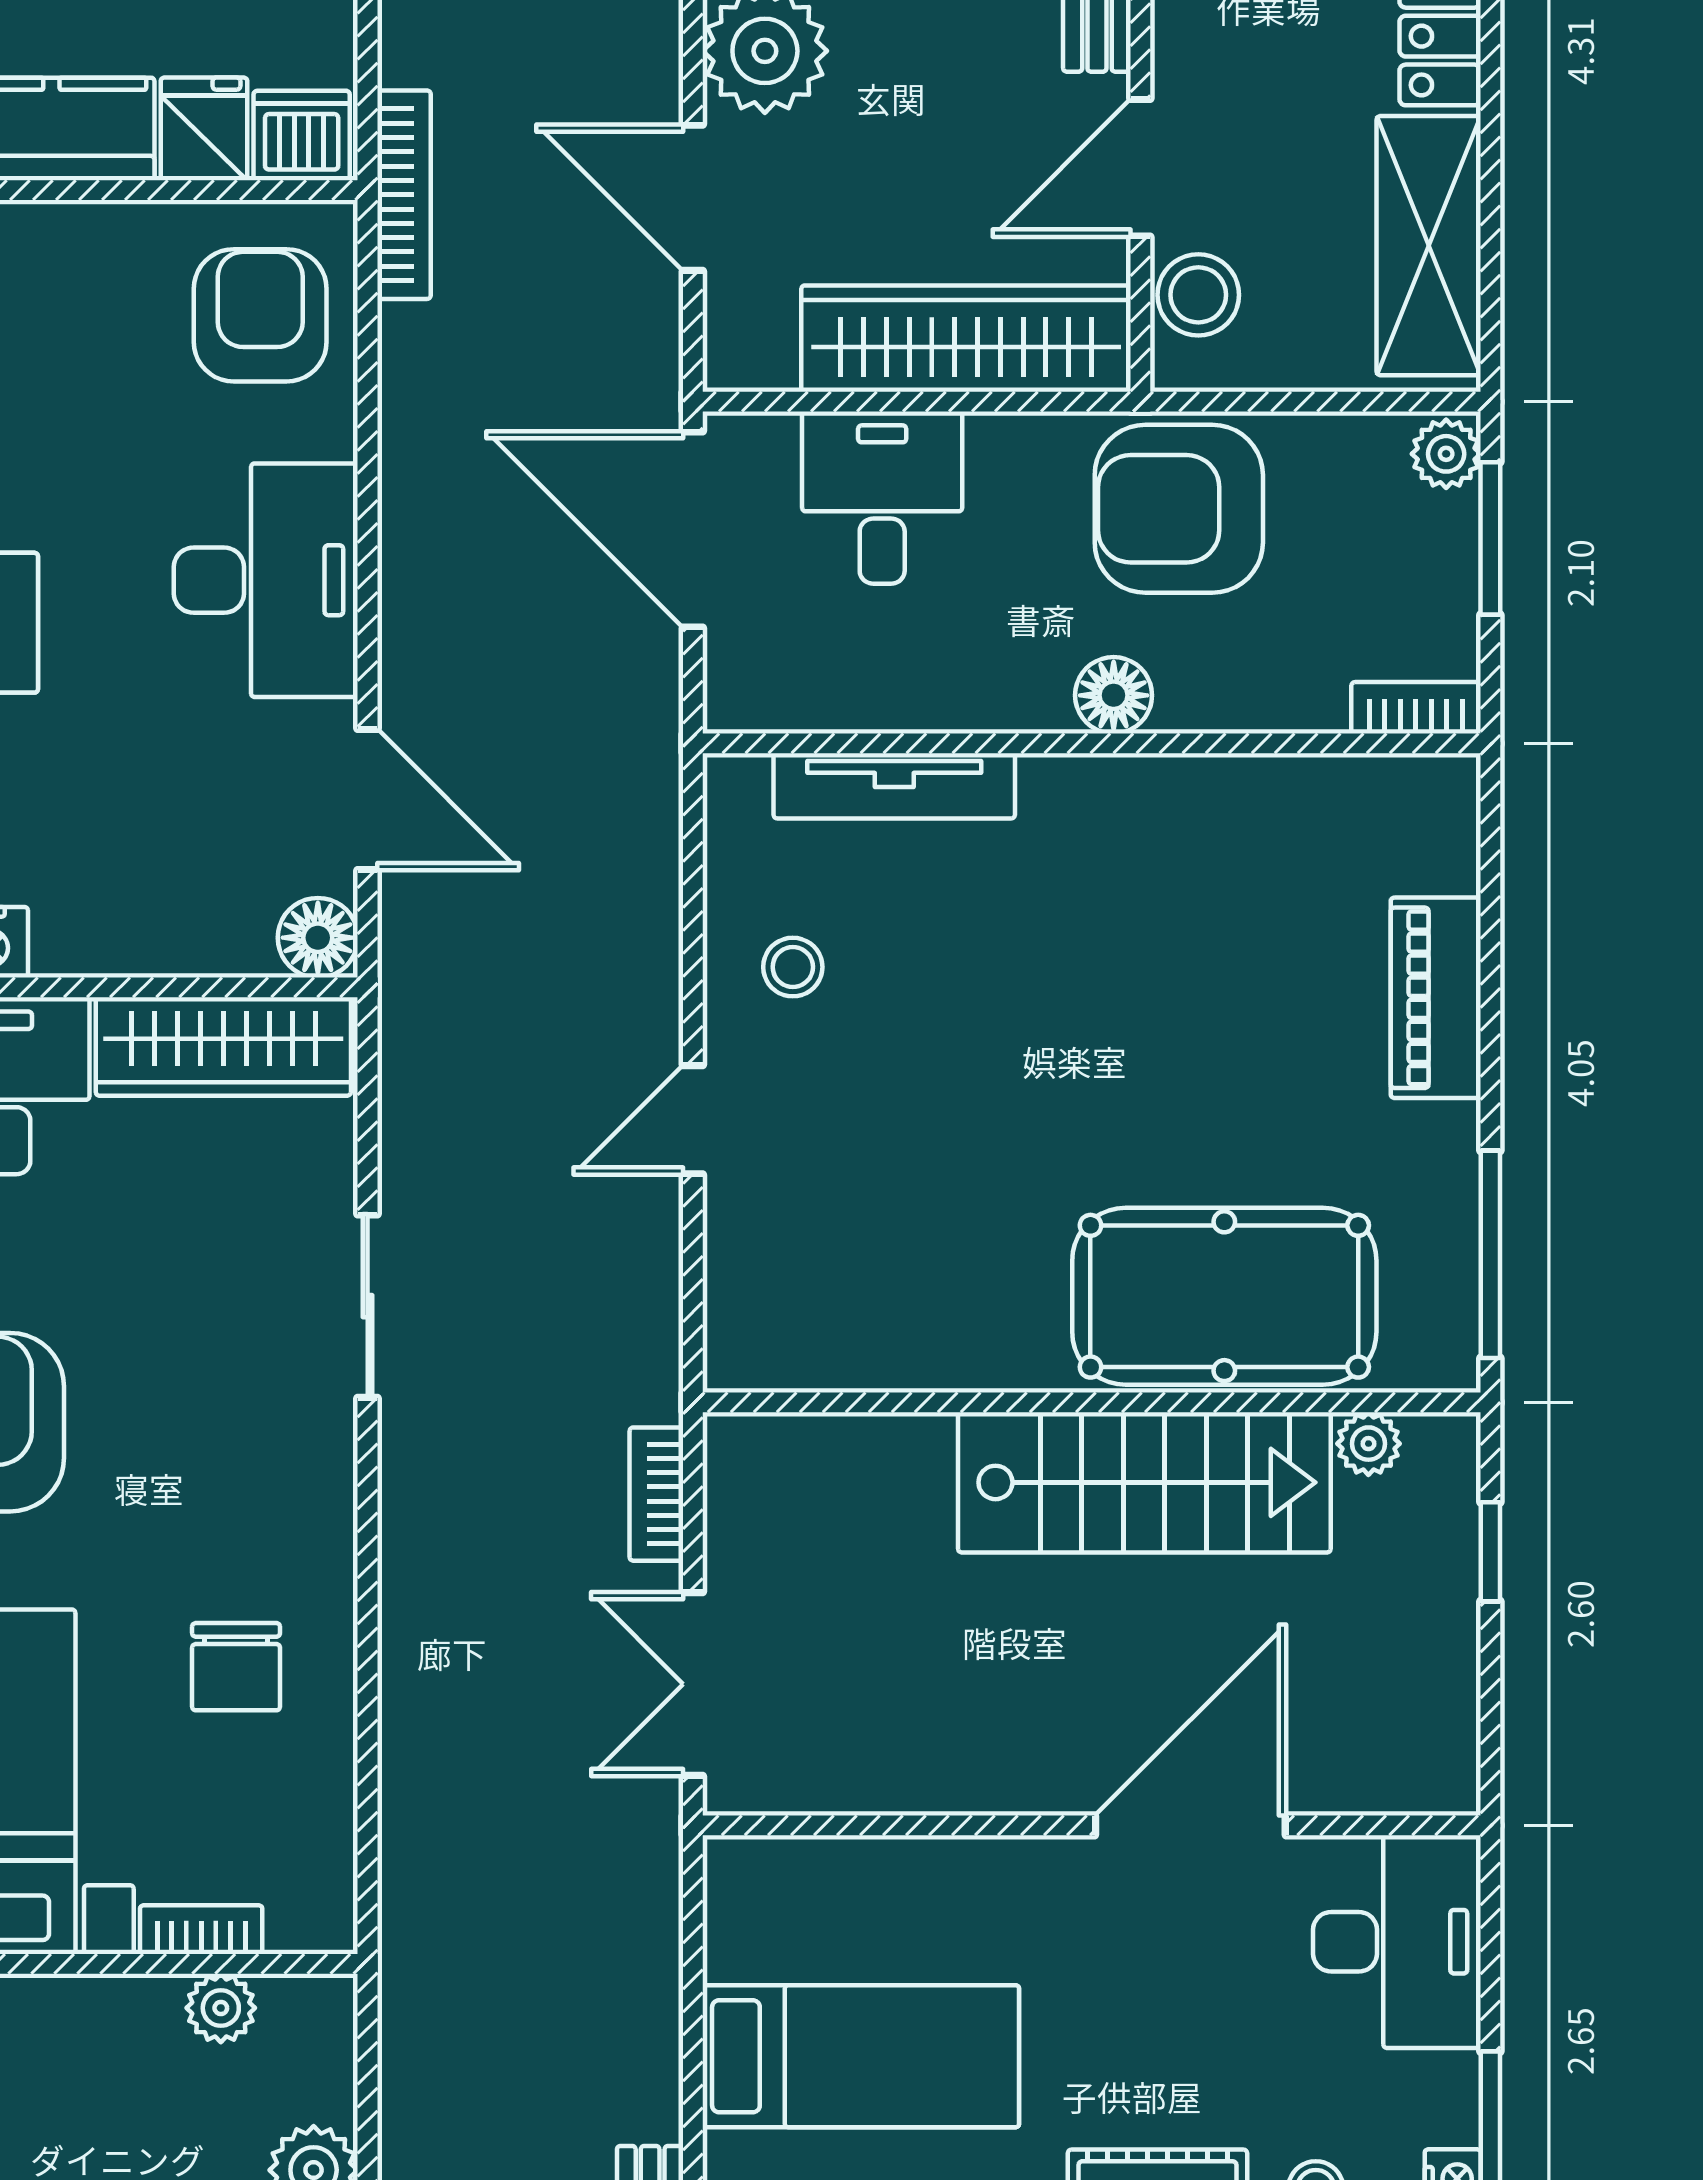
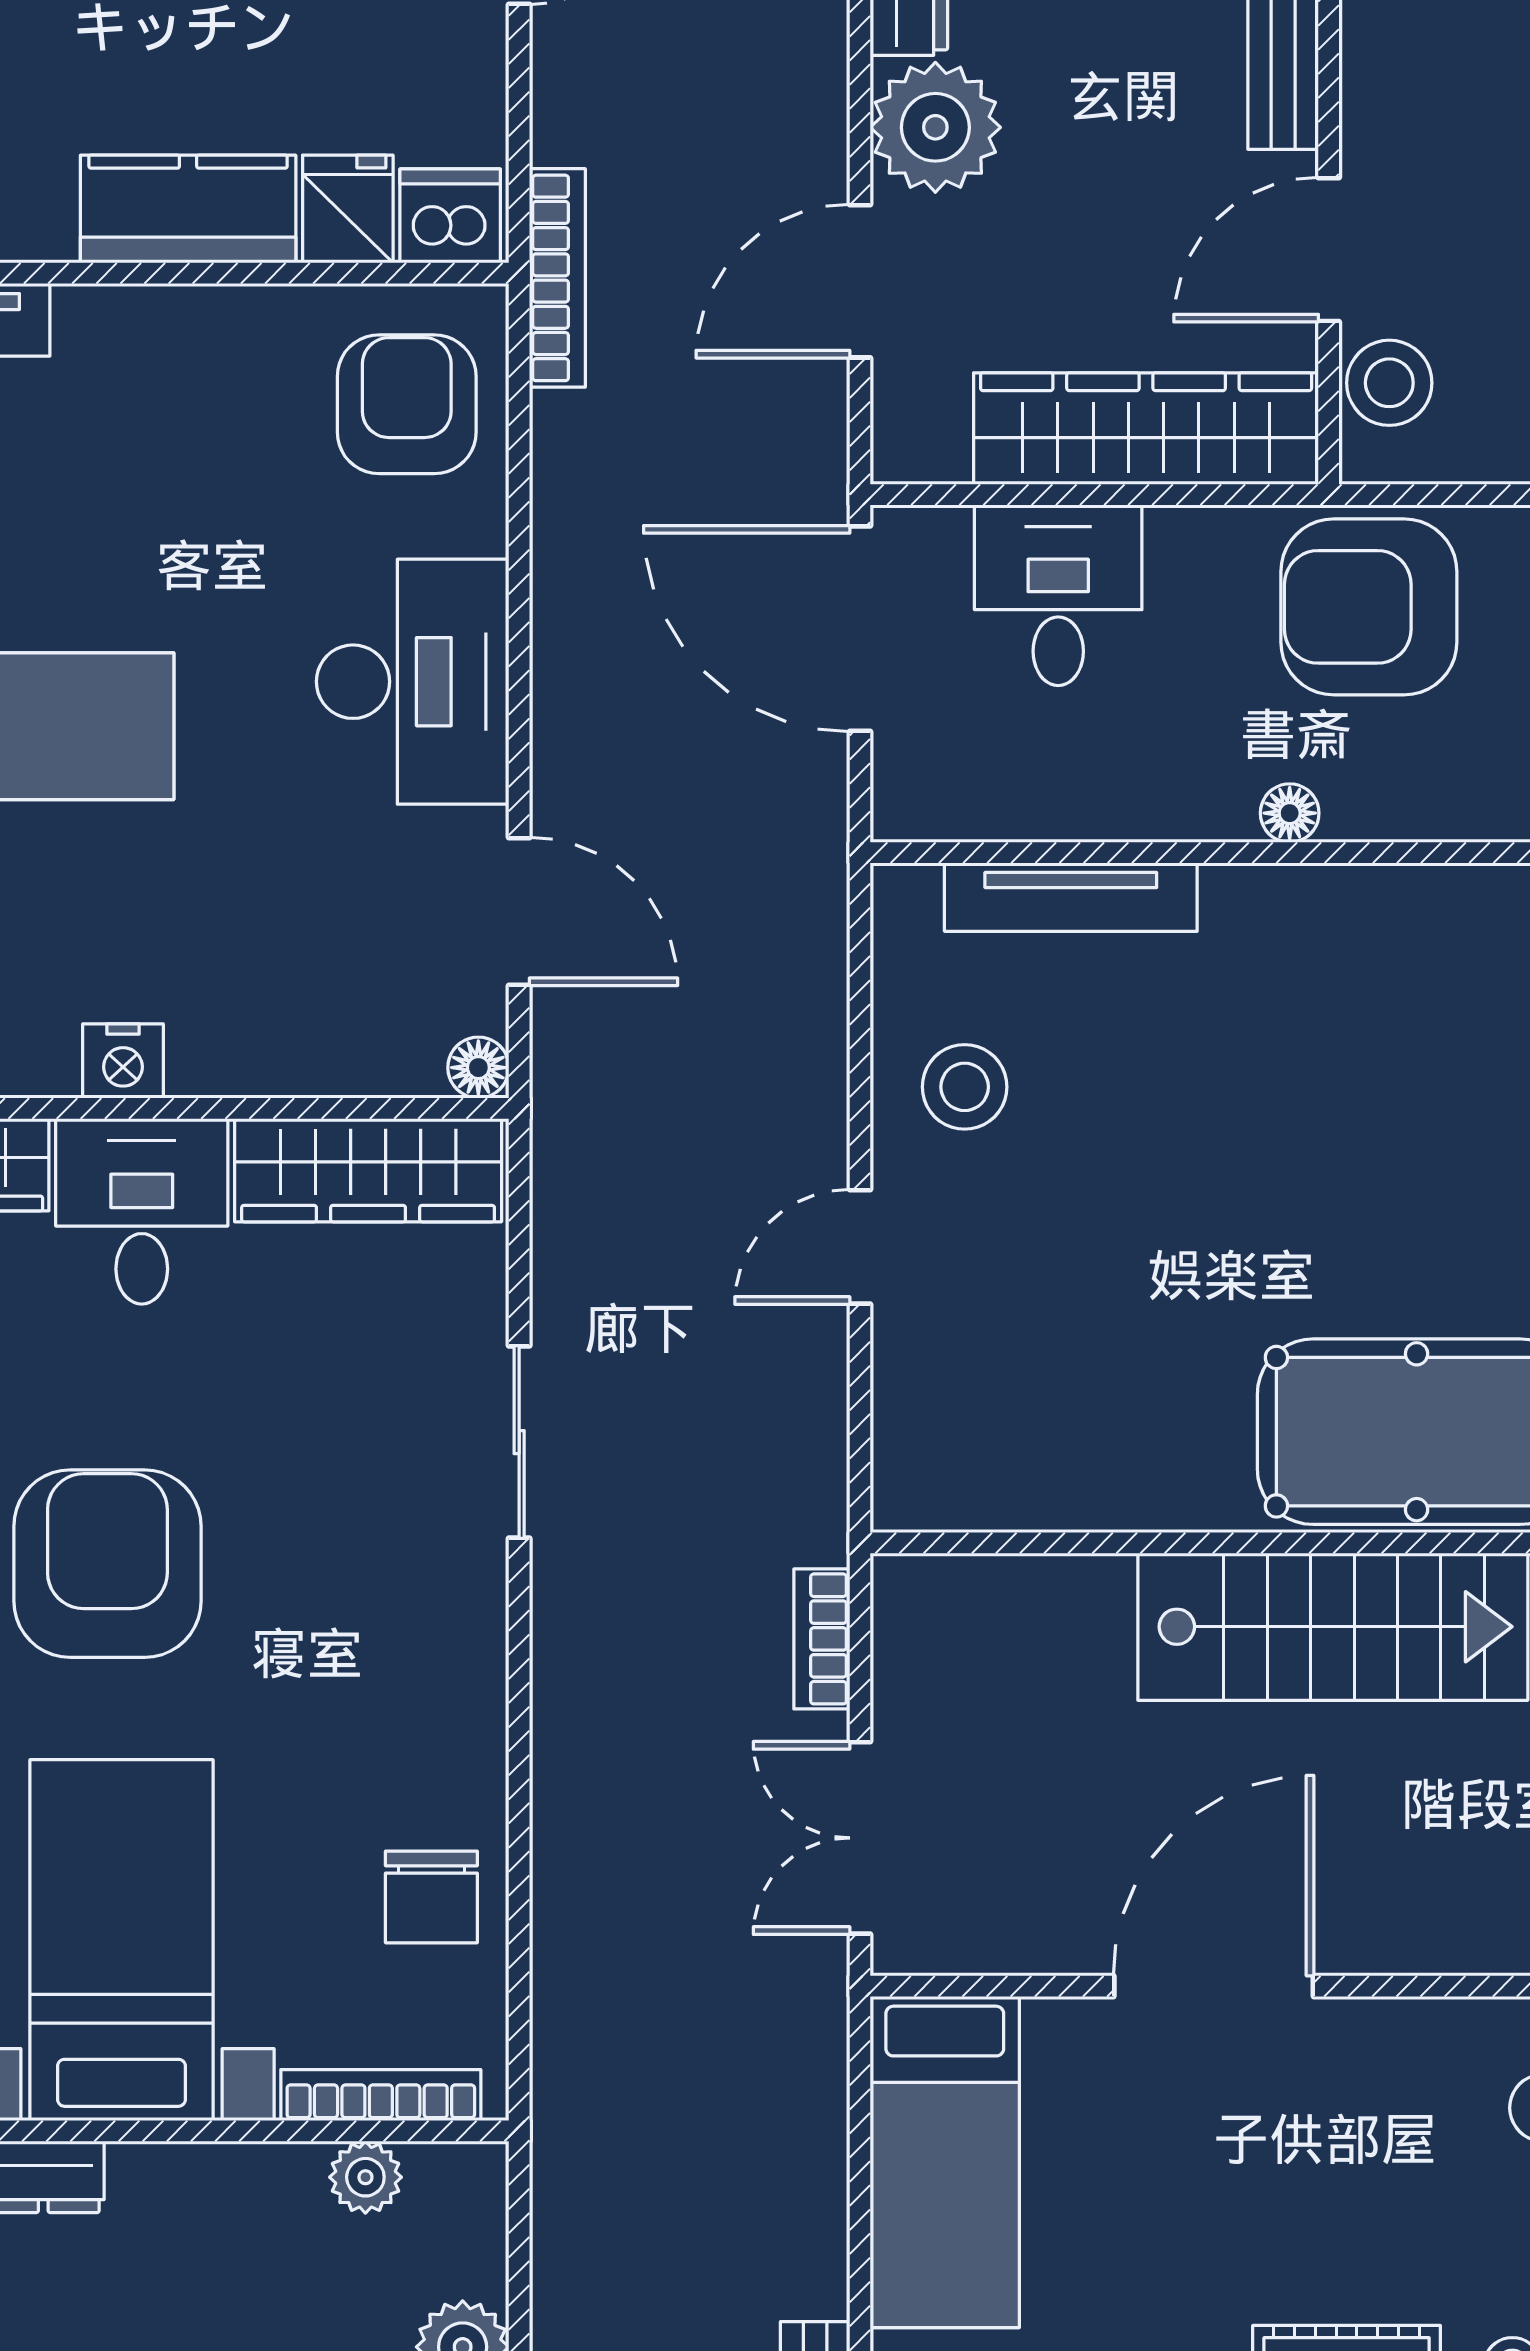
door: (693, 198) -> (860, 281), hinge flipped
floor lamp: (1114, 695) -> (1290, 813), width x0.73, depth x0.73
floor lamp: (318, 938) -> (478, 1068), width x0.73, depth x0.73
stool: (793, 967) -> (965, 1087), width x1.37, depth x1.37
chair: (236, 1667) -> (431, 1897), moved
door: (1190, 1825) -> (1214, 1986), moved
bookcase: (201, 1930) -> (381, 2095), width x1.56
bed: (861, 2056) -> (945, 2162), moved, turned 90

